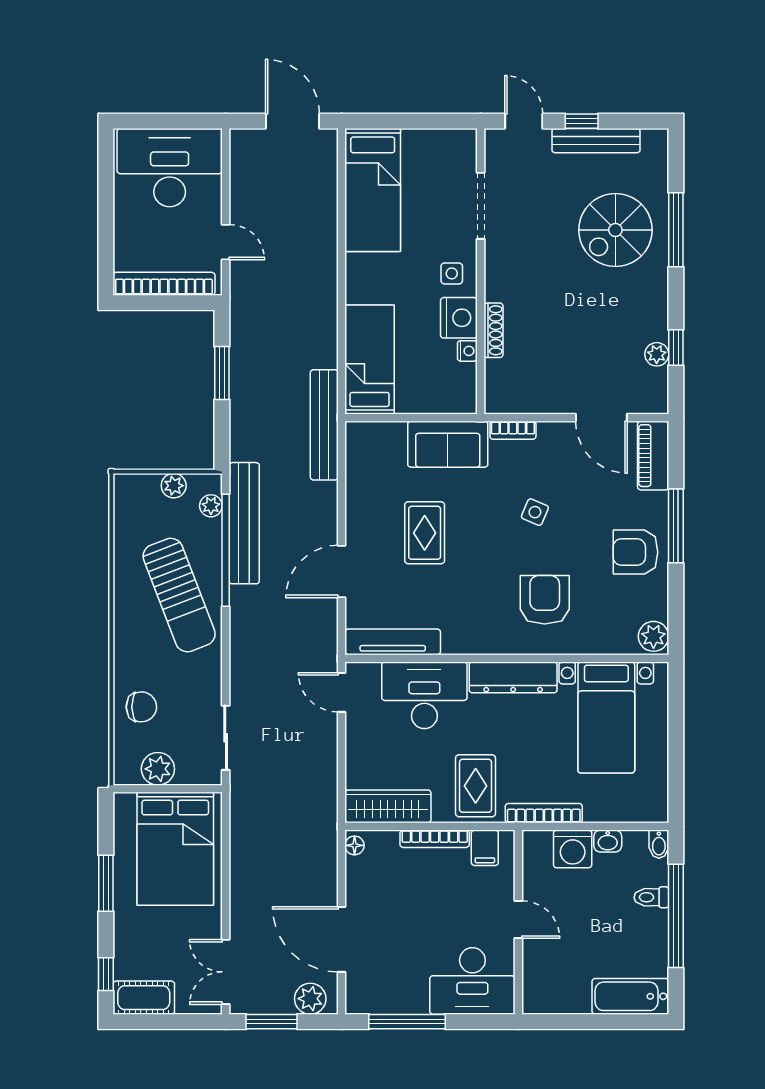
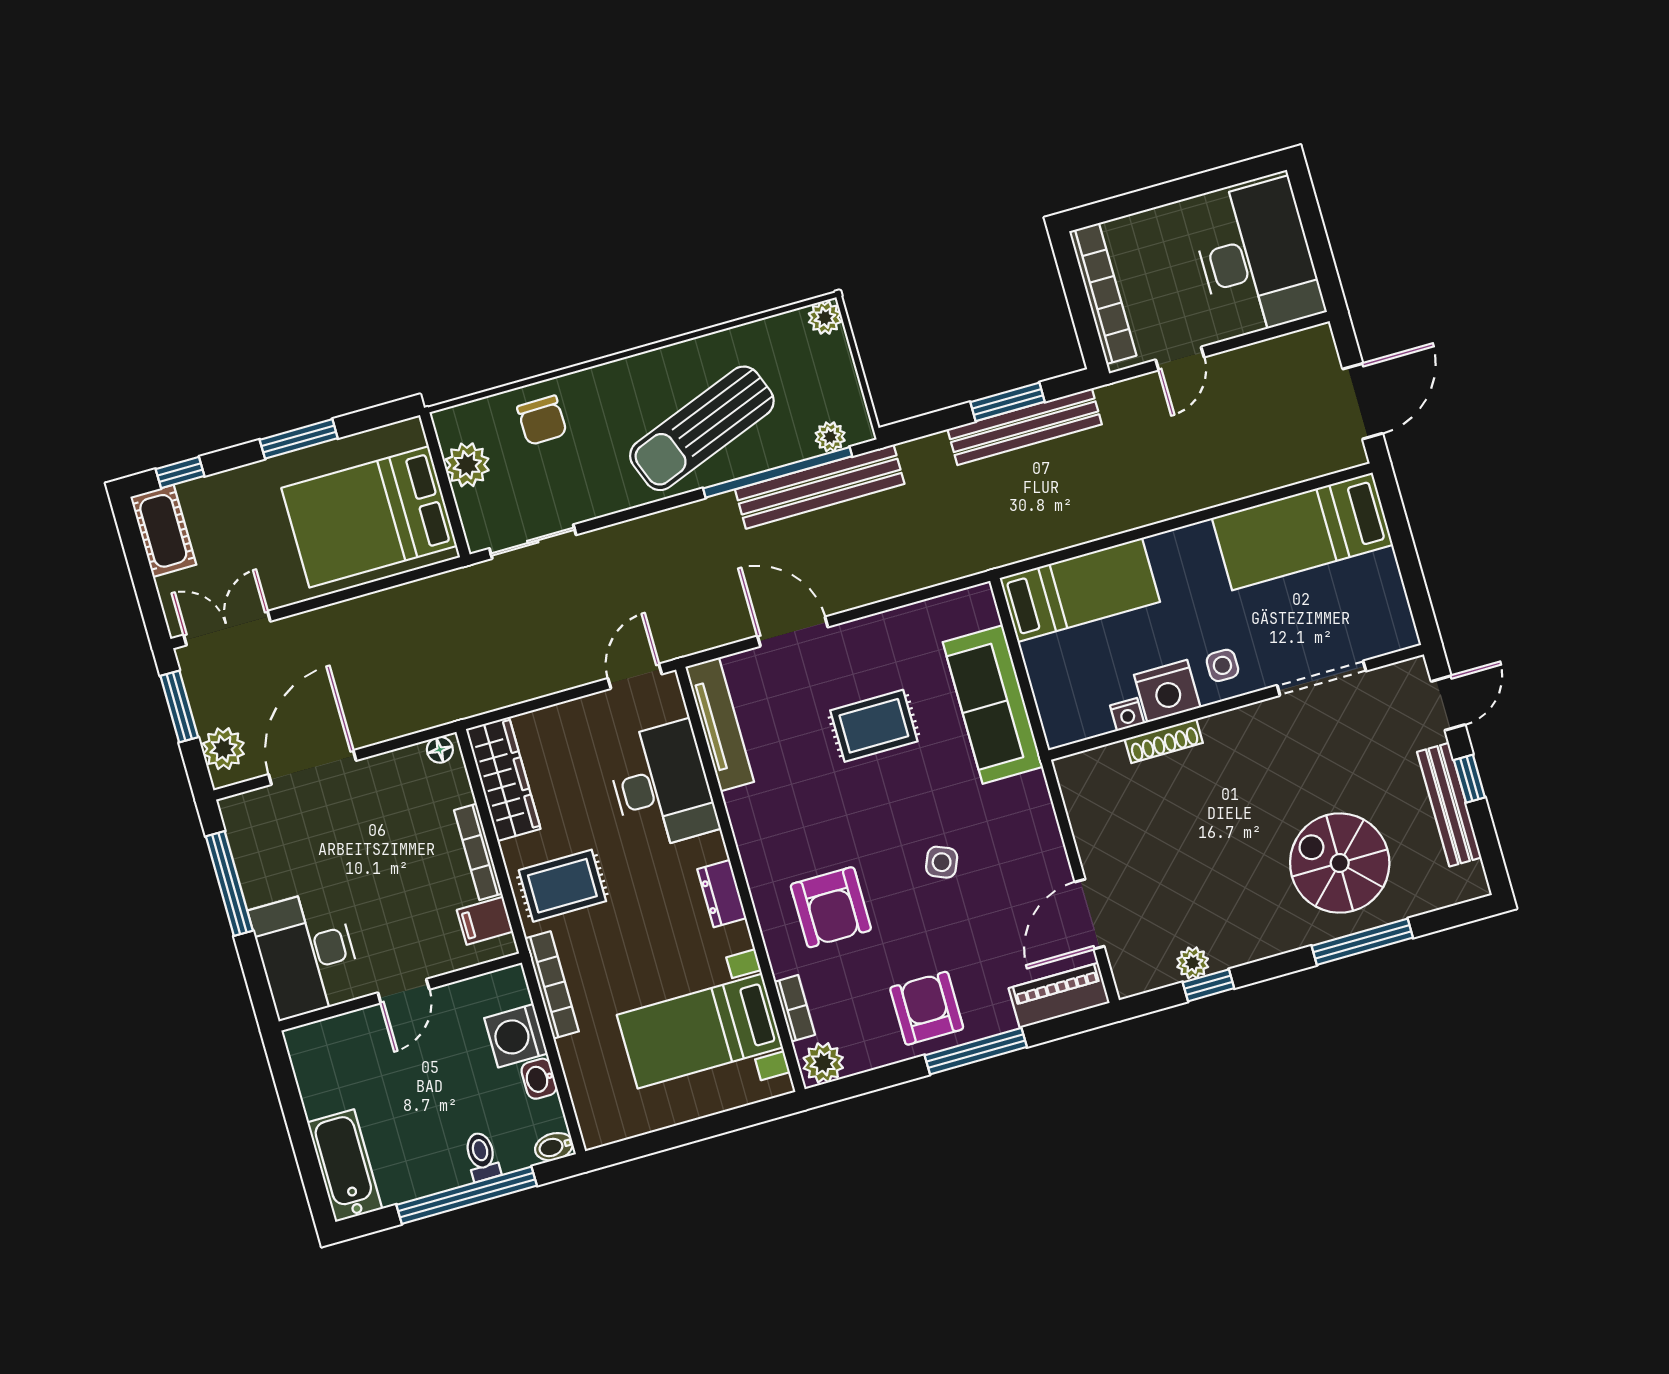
bench: (324, 425) -> (1025, 427), moved
bookcase: (513, 430) -> (795, 1008), moved, turned 180
sofa: (448, 444) -> (993, 704), width x1.36
plant: (174, 486) -> (825, 318), moved
armchair: (545, 600) -> (831, 907), turned 90
dresser: (513, 677) -> (722, 894), width x0.51, depth x0.80

